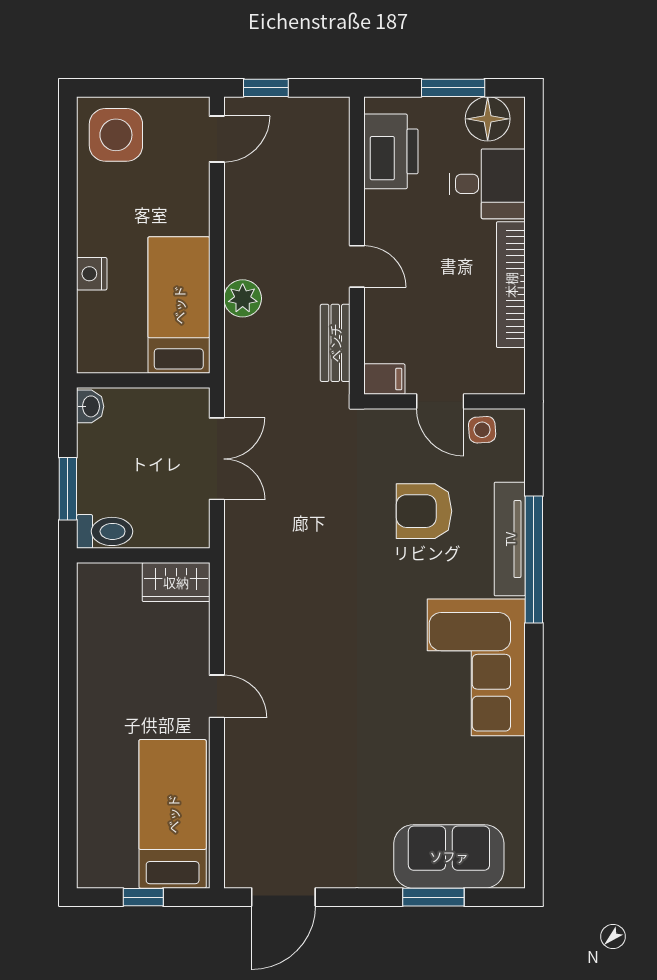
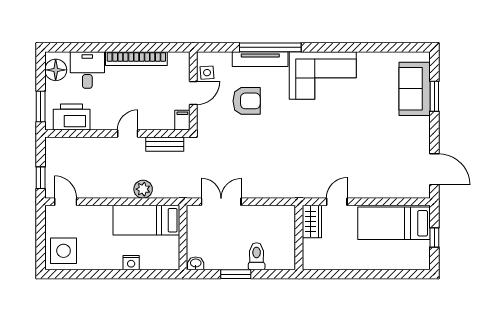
window: (453, 88) -> (41, 106), moved
armchair: (424, 511) -> (247, 101), turned -90
wall: (143, 555) -> (299, 237), moved
wardrobe: (176, 582) -> (312, 222), moved

